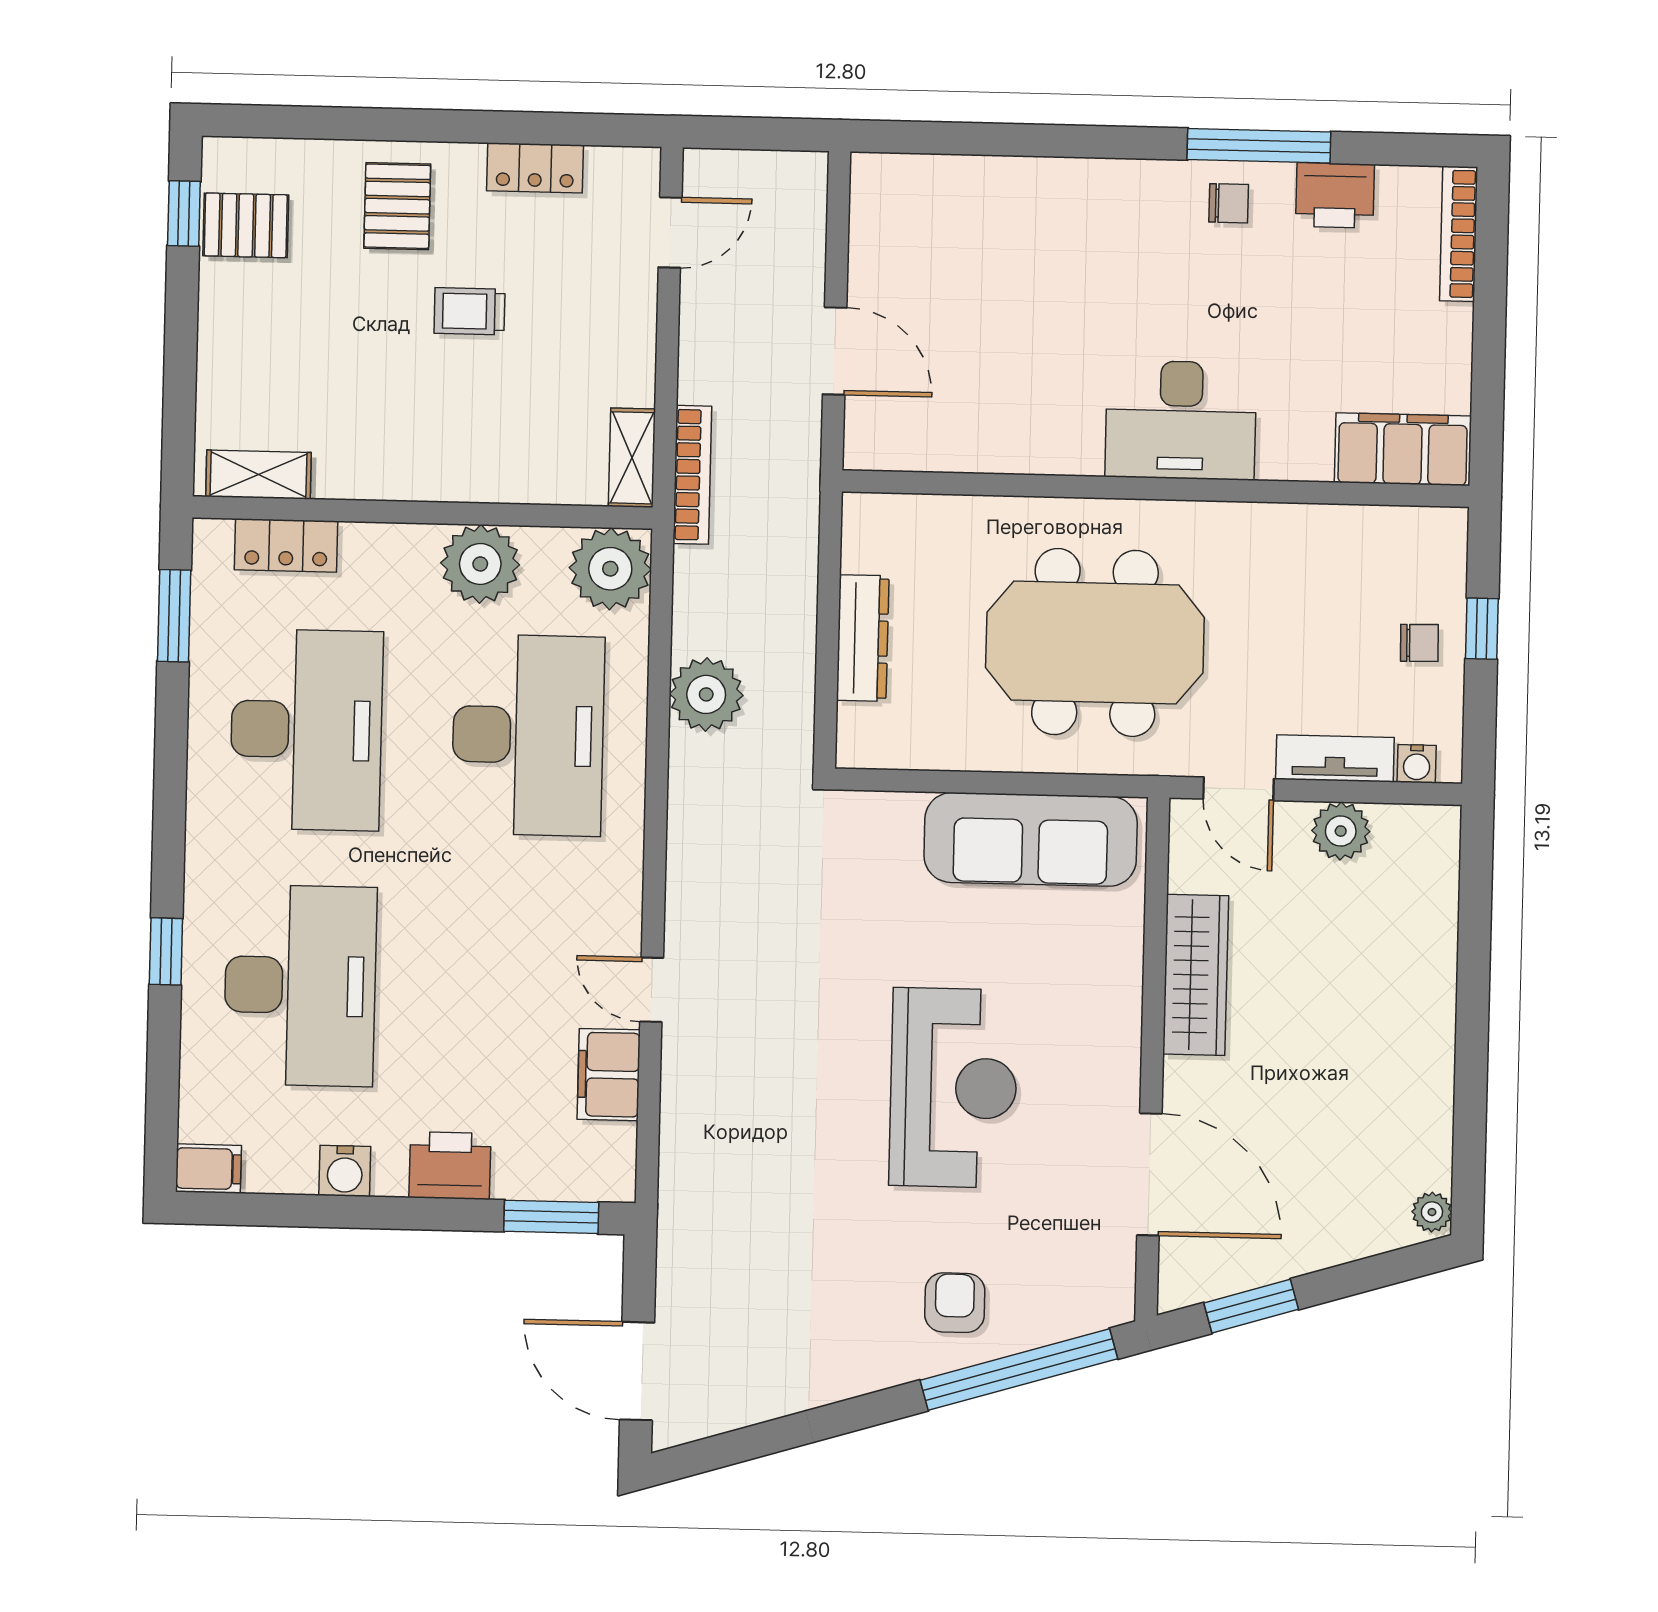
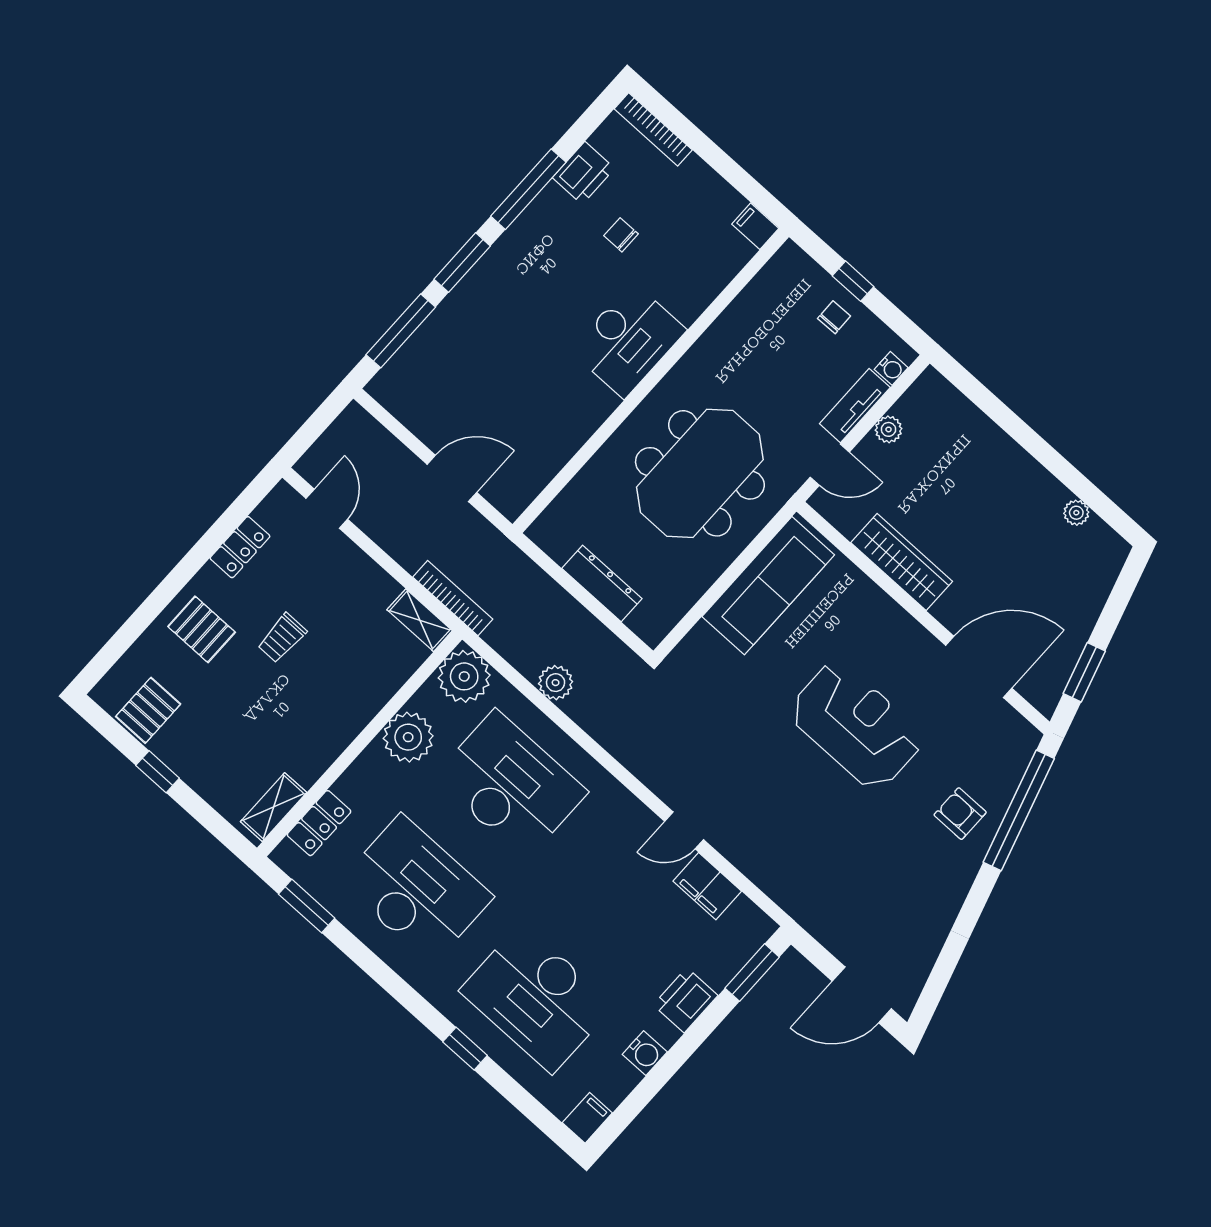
window: (959, 138) -> (401, 331), added
window: (1103, 142) -> (462, 263), added
chair: (1229, 203) -> (621, 235), moved, turned -90
window: (184, 213) -> (158, 772), moved
filing cabinet: (1403, 449) -> (755, 226), width x0.33, depth x0.86
plant: (706, 694) -> (556, 683), width x0.73, depth x0.73
plant: (1341, 831) -> (888, 429), width x0.73, depth x0.73
desk: (300, 985) -> (537, 998), turned 180
plant: (1432, 1212) -> (1076, 513), moved

